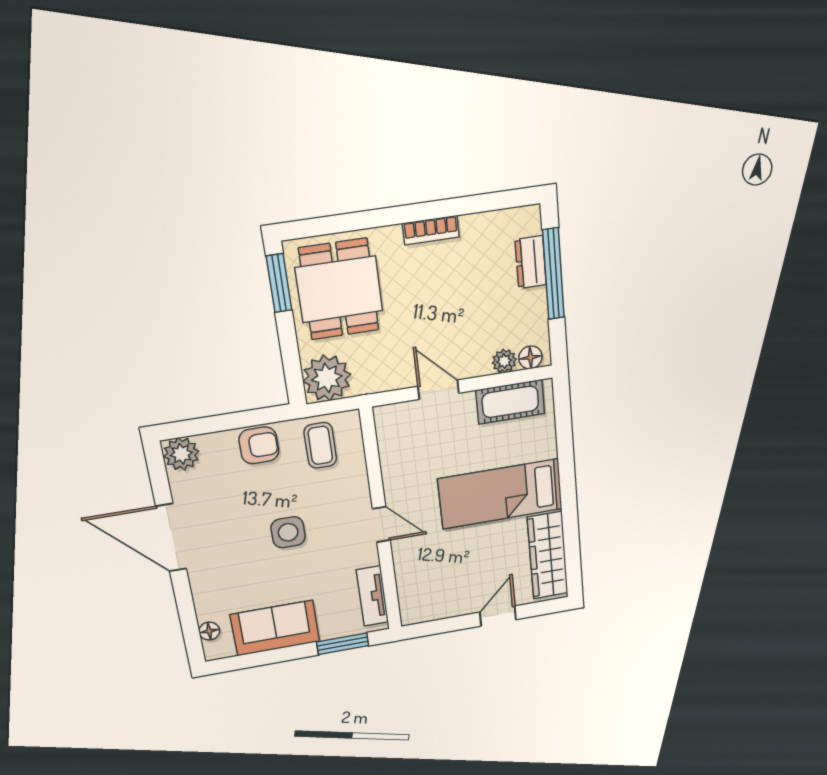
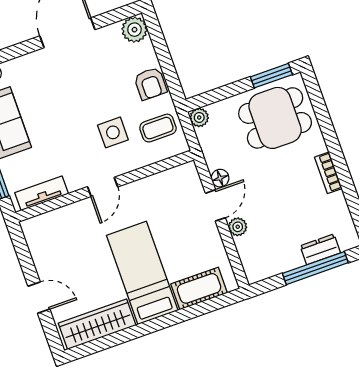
floor lamp: (530, 357) -> (220, 178), moved
plant: (504, 361) -> (238, 227), moved
plant: (327, 378) -> (199, 117), width x0.53, depth x0.53
cot: (510, 402) -> (199, 288), moved, turned 90
side table: (288, 532) -> (113, 132), moved

